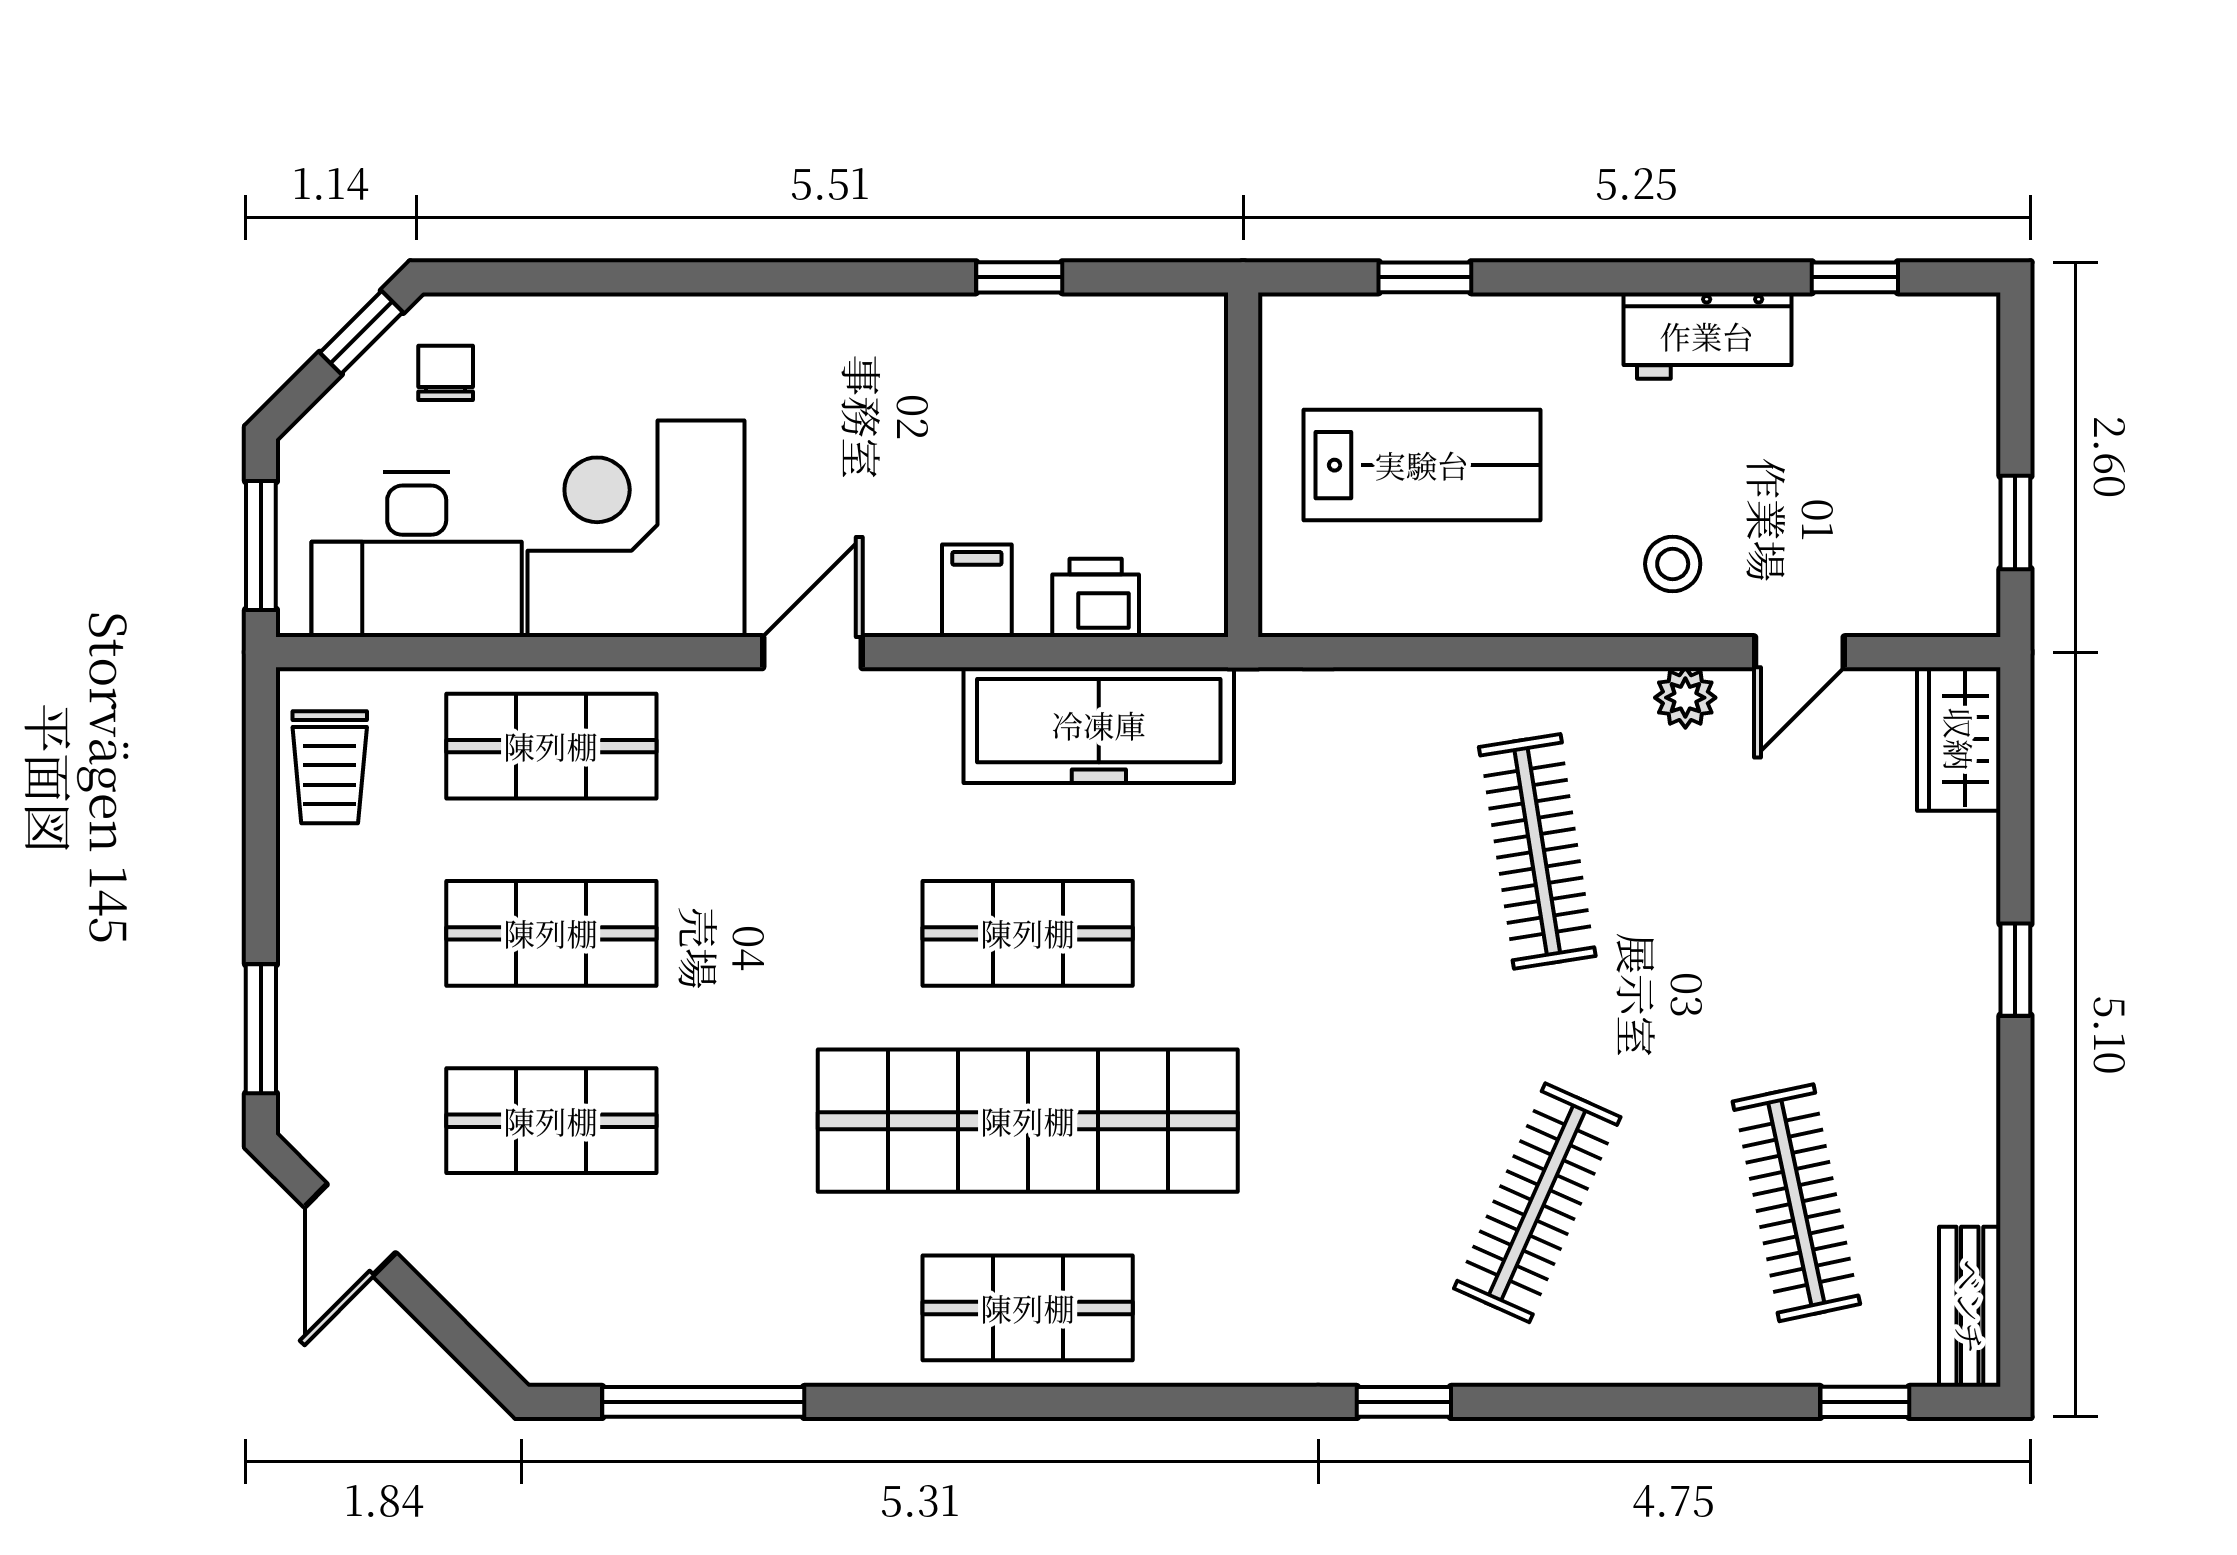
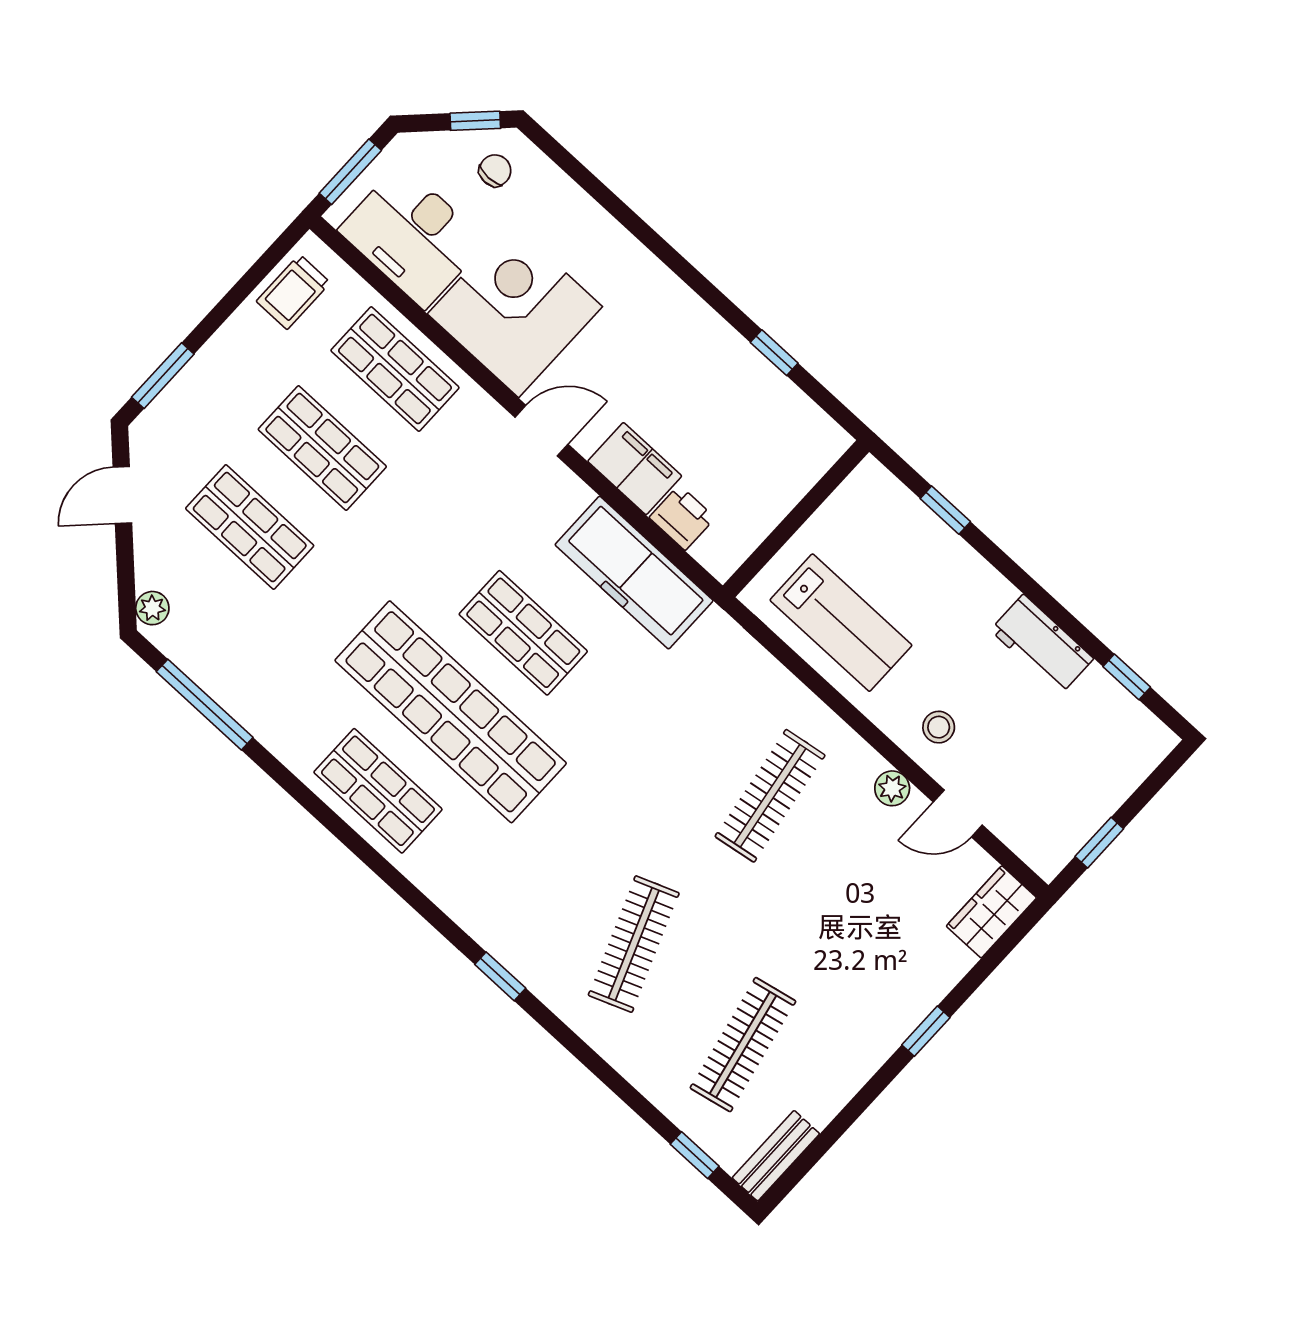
lab bench: (1422, 465) -> (841, 623), moved
filing cabinet: (977, 591) -> (635, 469), width x2.00
clothes rail: (1537, 1203) -> (634, 944), turned -45
plant: (522, 1340) -> (152, 608), added

